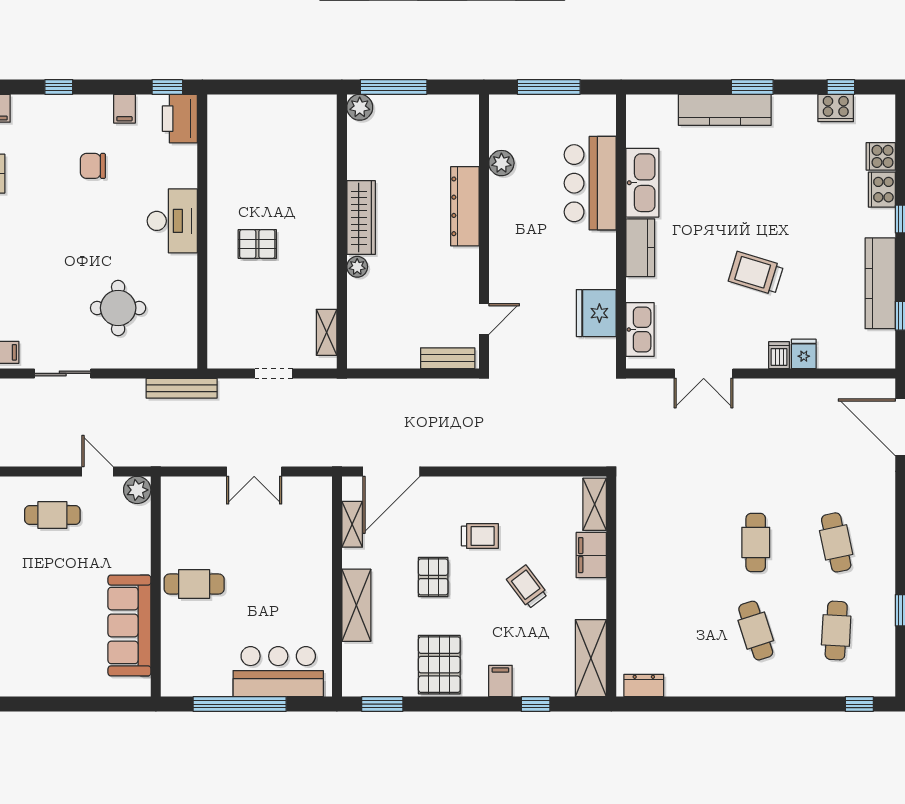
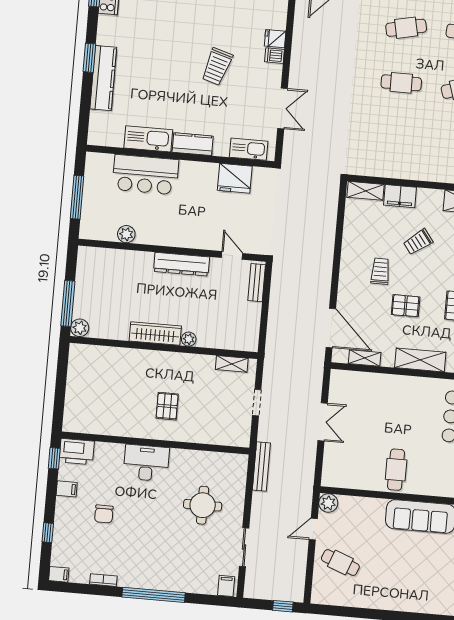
dresser: (465, 206) -> (182, 264), moved
cafe table: (52, 515) -> (340, 563), turned -69

